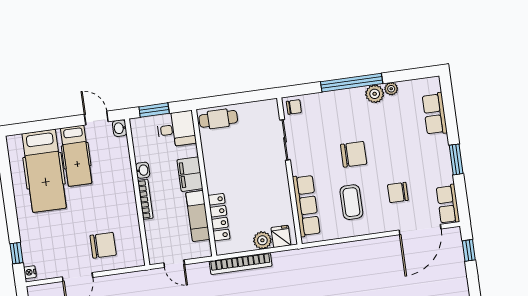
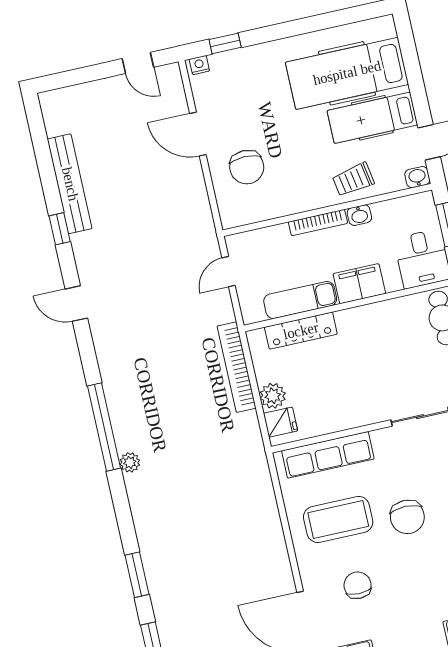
trolley: (118, 172) -> (353, 180), added
coffee table: (351, 202) -> (338, 519), width x1.36, depth x1.32

